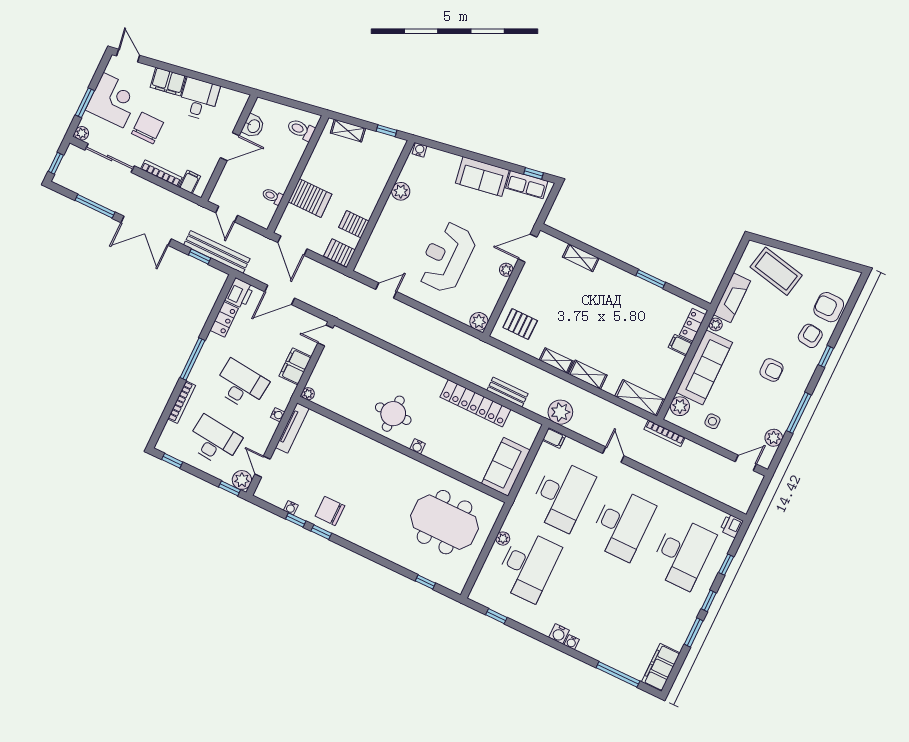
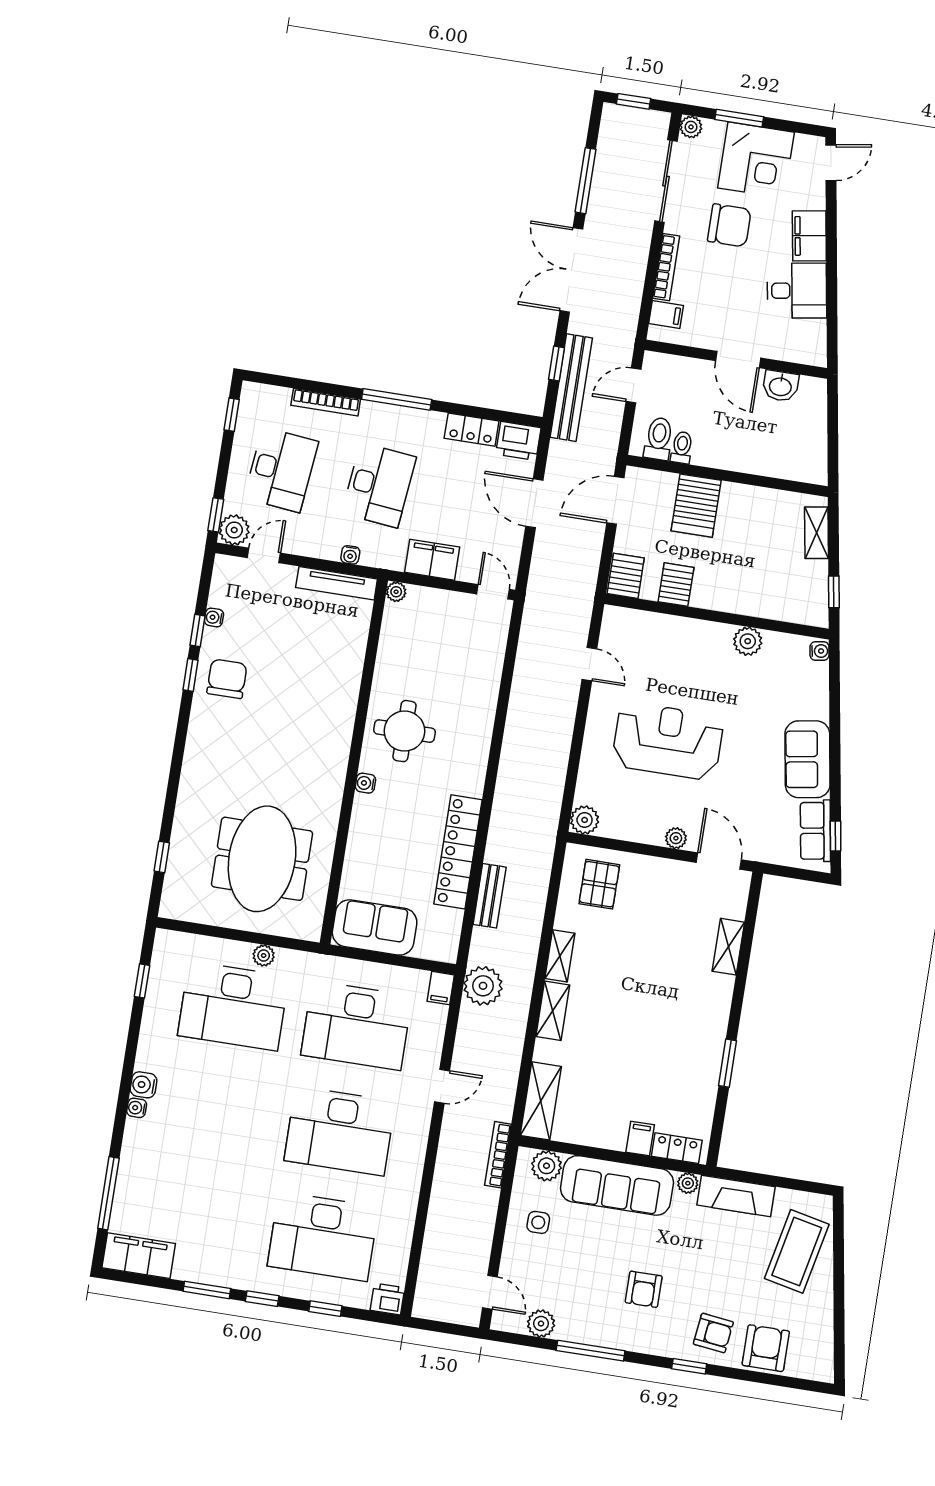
toilet: (301, 130) -> (659, 439), moved

